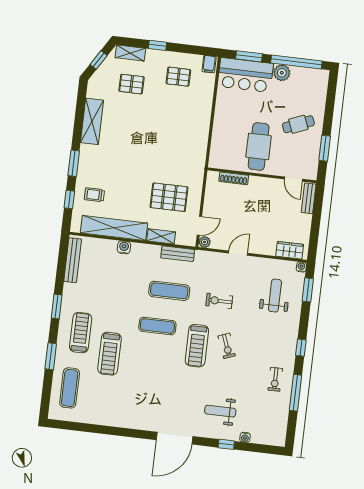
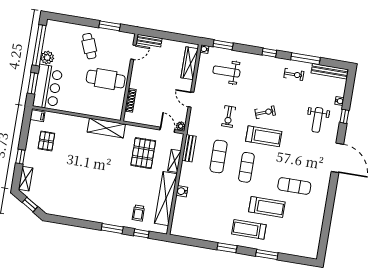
pallet: (132, 84) -> (51, 179), removed
shelving: (92, 121) -> (106, 128), moved
wardrobe: (290, 250) -> (190, 63), width x1.50
bench: (73, 260) -> (329, 71), moved
exercise mat: (70, 388) -> (294, 186), moved

